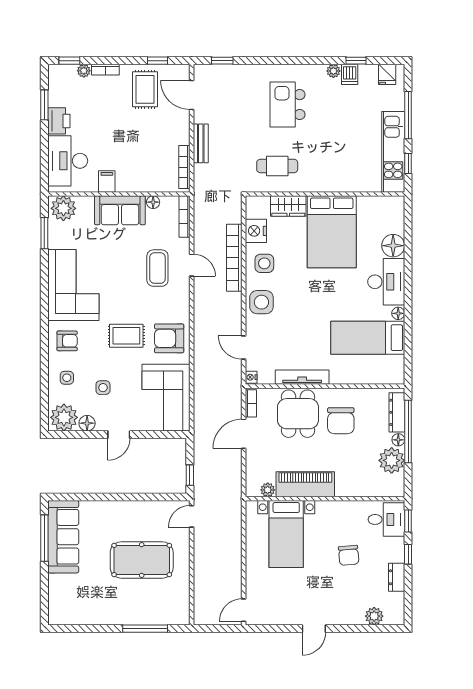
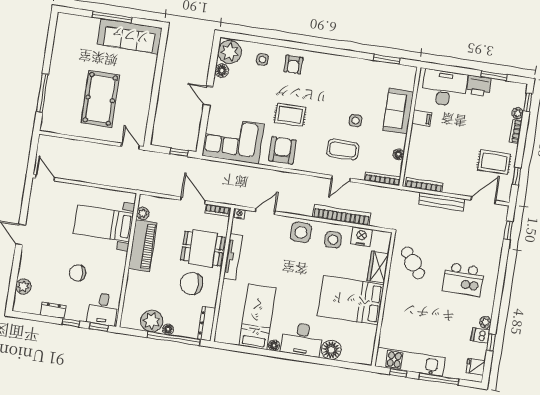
kitchen island: (288, 105) -> (463, 279), turned 180
bench: (201, 143) -> (442, 202), width x1.36
cafe table: (277, 166) -> (413, 263), turned -37
plant: (63, 208) -> (405, 78), removed
sofa: (120, 210) -> (398, 111), moved
corner sofa: (73, 285) -> (339, 77), removed
rug: (126, 336) -> (290, 115), turned 90
side table: (103, 388) -> (356, 120), moved
dresser: (397, 412) -> (207, 324), moved, turned -90
window: (190, 475) -> (179, 152), moved
window: (44, 538) -> (112, 17), moved

